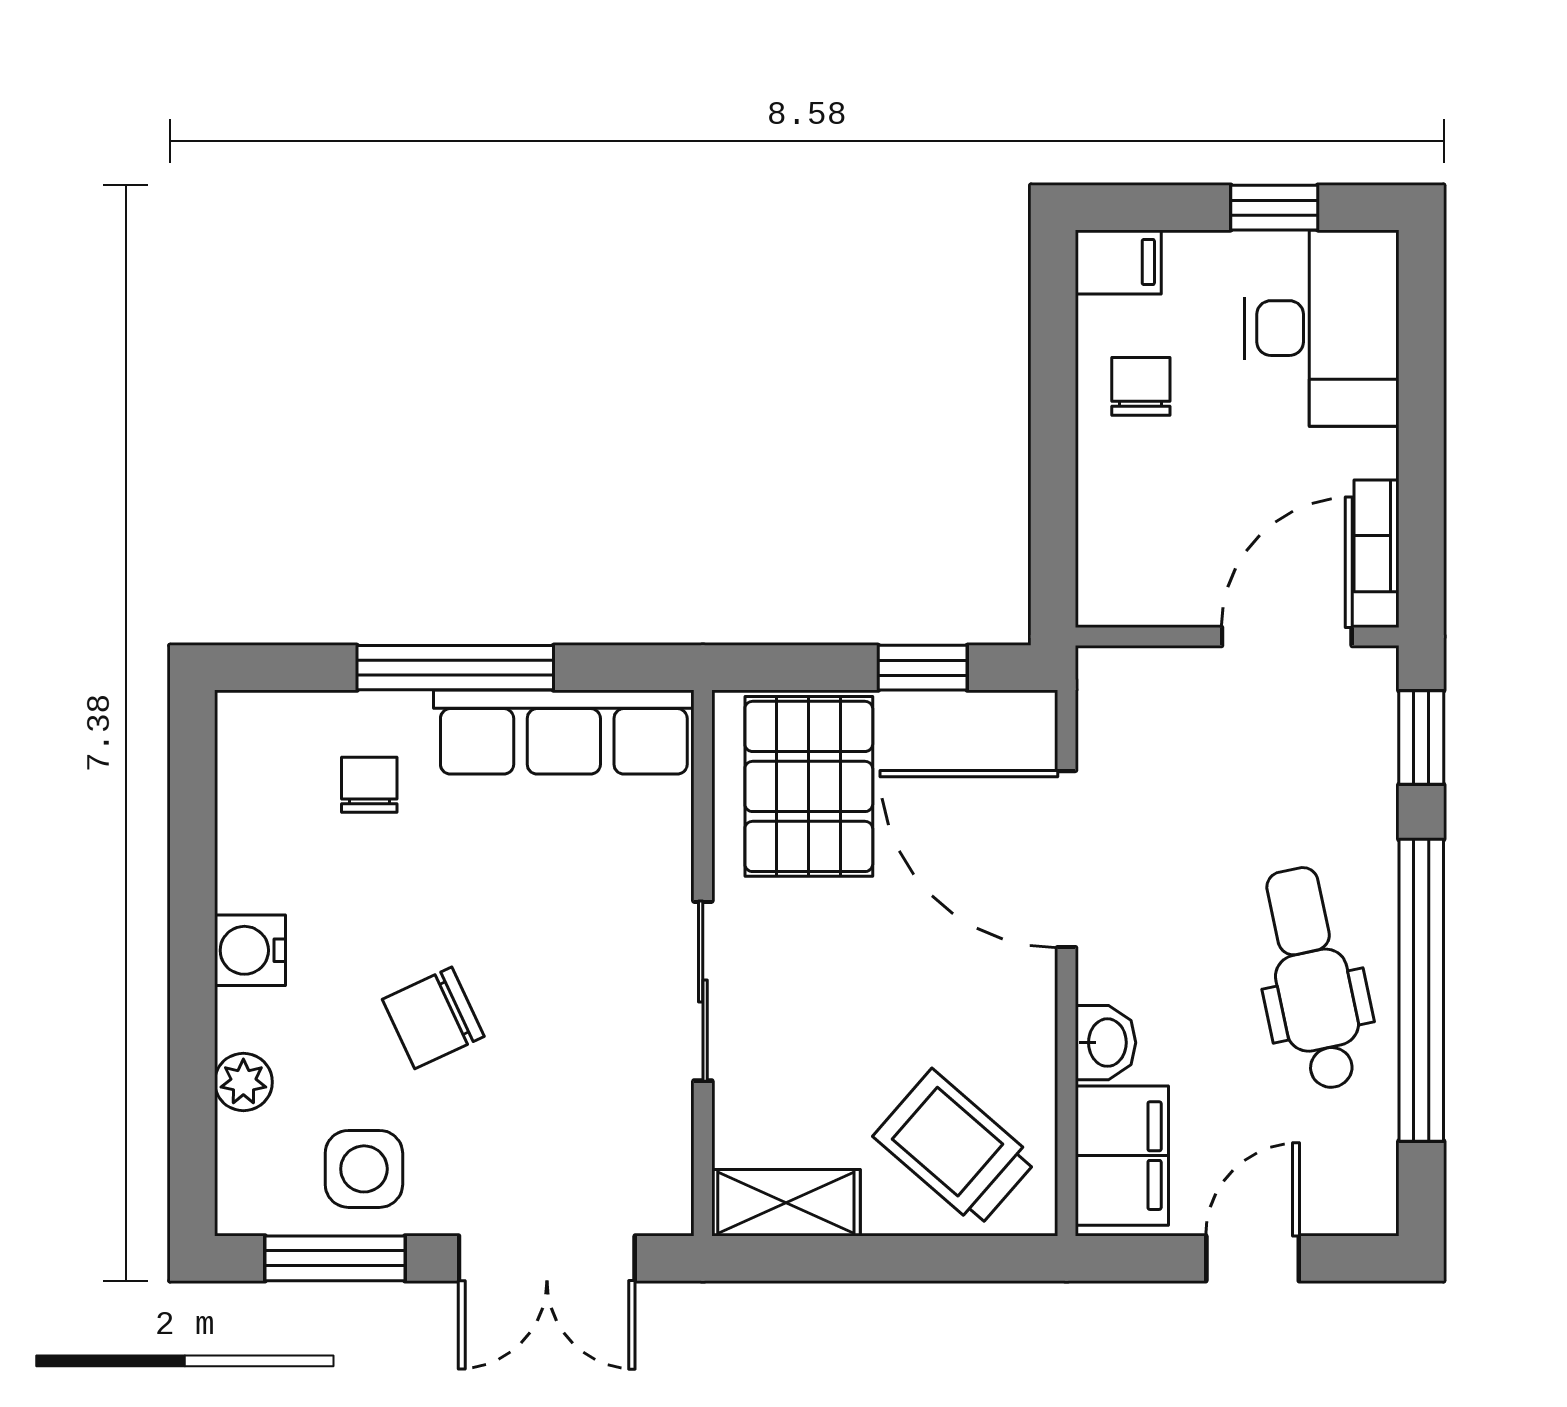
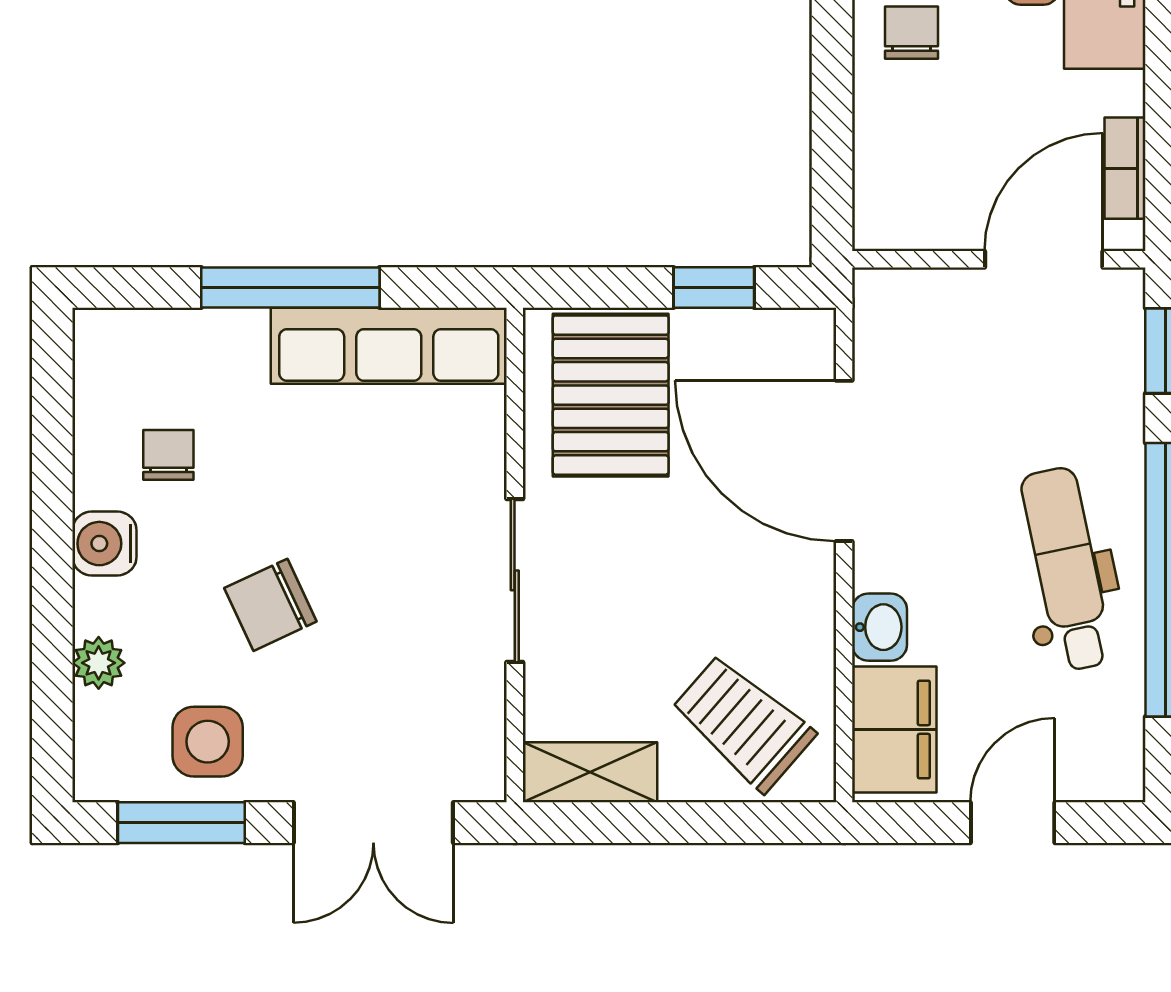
chair: (369, 785) -> (168, 455), moved

